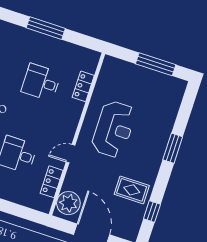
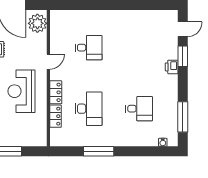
desk: (41, 82) -> (89, 109), width x1.37
locker: (52, 182) -> (56, 92), moved

